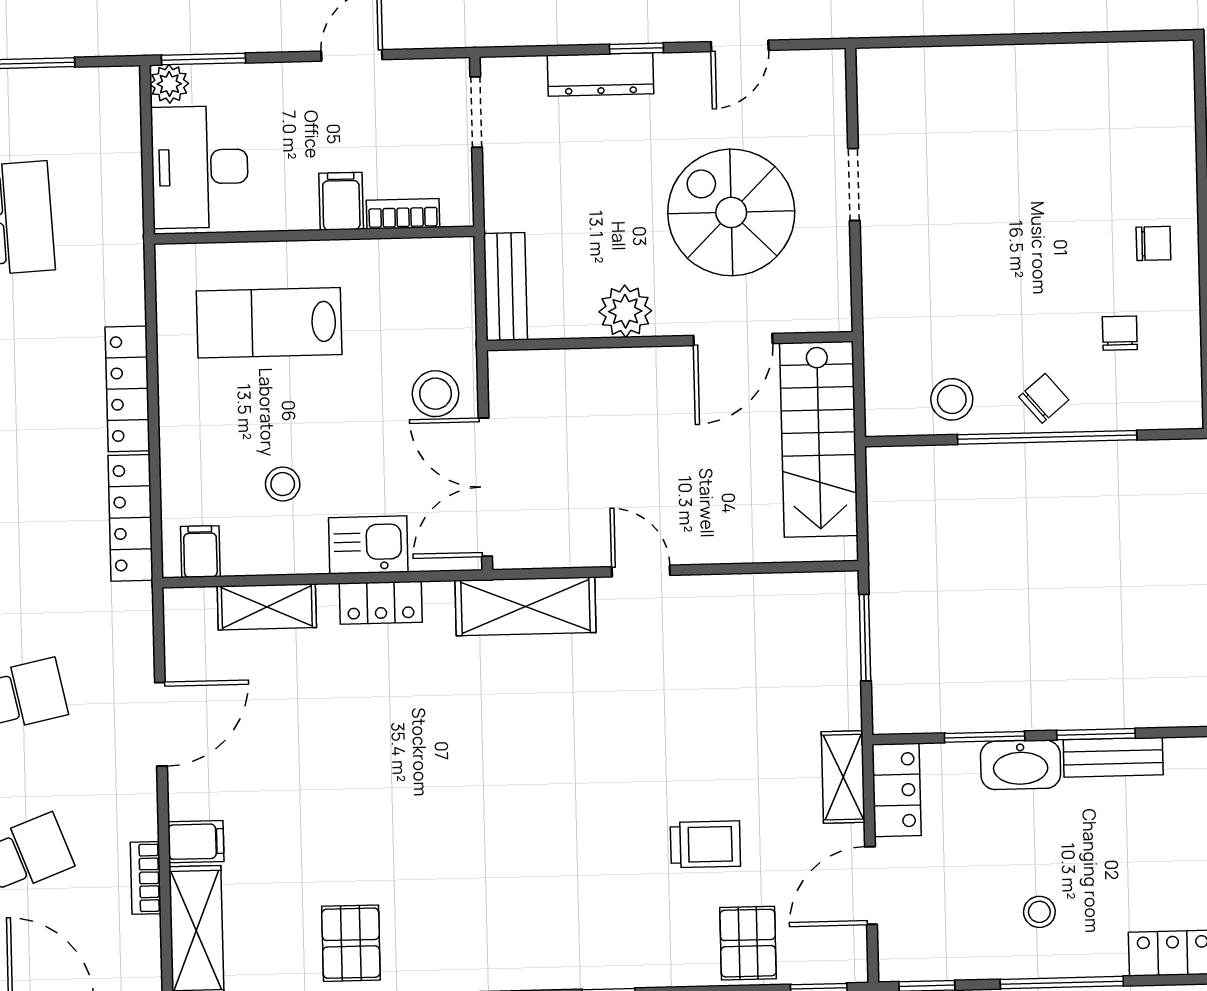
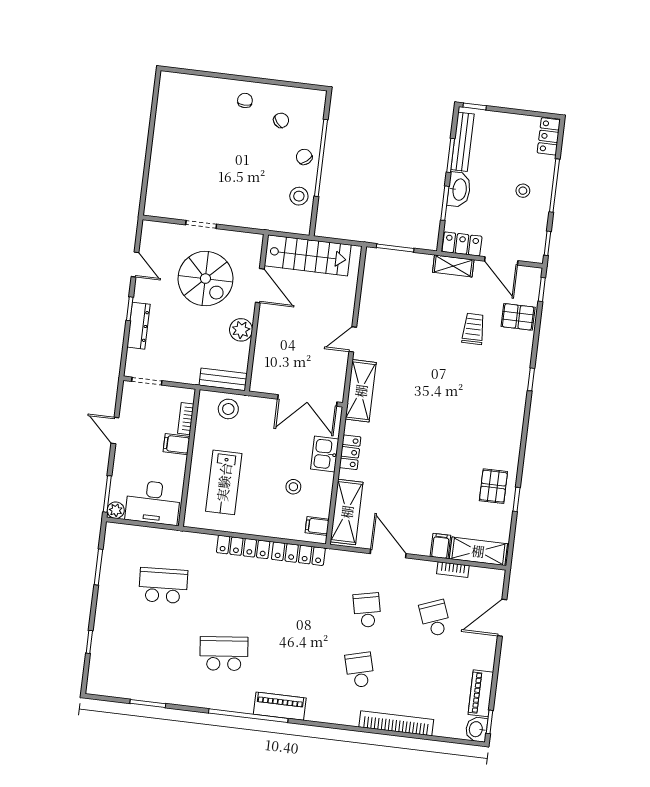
spiral stairs: (731, 212) -> (205, 279), turned -90
chair: (1120, 333) -> (281, 120), turned 140
stool: (436, 394) -> (228, 409), moved
shelving: (267, 607) -> (347, 512), width x1.50, depth x1.33
bench: (1113, 757) -> (462, 142), width x1.36
pallet: (351, 943) -> (493, 486), turned 90

